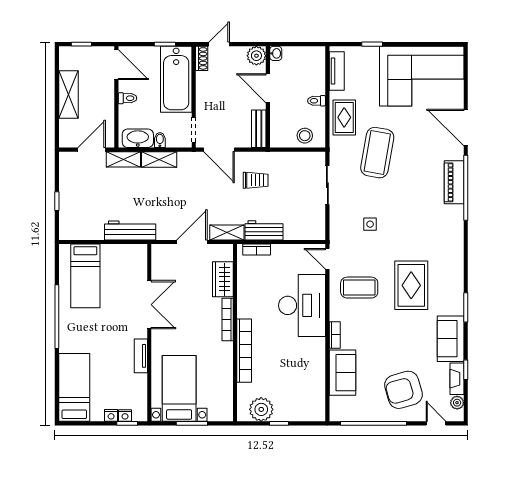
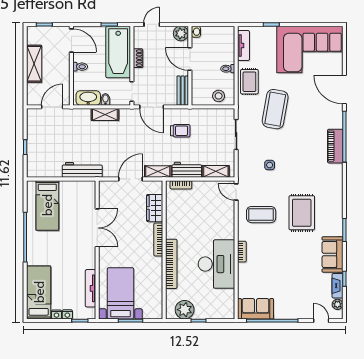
shoe rack: (202, 58) -> (138, 58), moved
shelving: (123, 159) -> (216, 171), moved
piano: (454, 182) -> (335, 146), moved
desk: (302, 305) -> (216, 264), moved
tv unit: (141, 356) -> (91, 288), moved, width x1.41
sofa: (342, 373) -> (256, 309), moved, turned -90
armchair: (404, 390) -> (296, 294), removed
nightstand: (125, 415) -> (56, 314), moved

